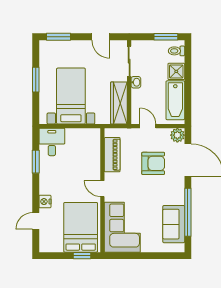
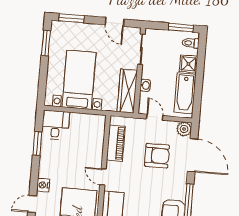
window: (36, 80) -> (46, 43), moved
washbasin: (136, 82) -> (145, 85), moved

